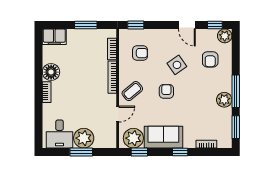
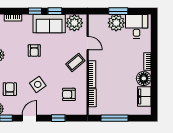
window: (86, 25) -> (115, 118), width x1.44
window: (136, 25) -> (58, 118), moved
door: (187, 25) -> (29, 118), hinge flipped
filing cabinet: (54, 37) -> (144, 96), moved, turned -90
armchair: (166, 91) -> (34, 51), moved
door: (118, 114) -> (88, 43), swing flipped
window: (139, 152) -> (55, 11), moved

